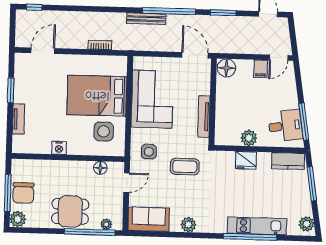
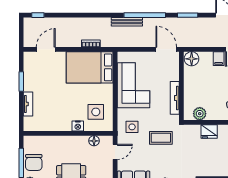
bed: (97, 96) -> (90, 67), moved
plant: (249, 138) -> (200, 114), moved
nightstand: (59, 148) -> (78, 126), moved

